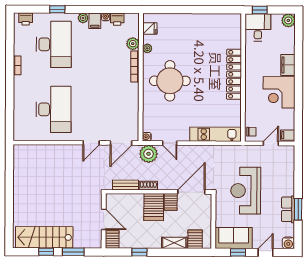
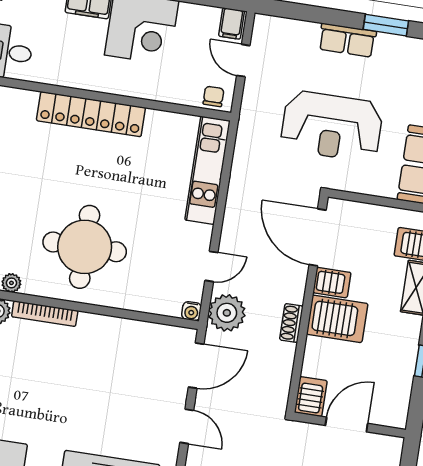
door: (121, 143) -> (196, 366), hinge flipped
bench: (125, 185) -> (283, 369), removed
row of seats: (288, 209) -> (347, 40), moved
server rack: (112, 239) -> (311, 397), moved, turned 90

